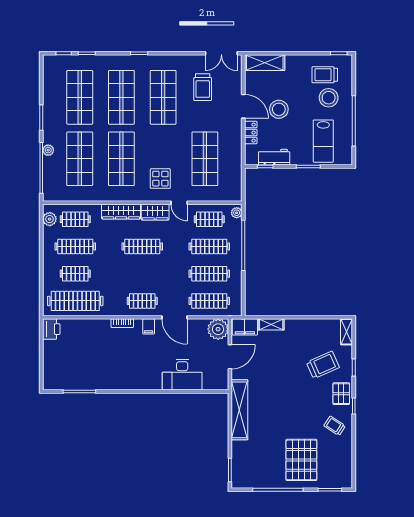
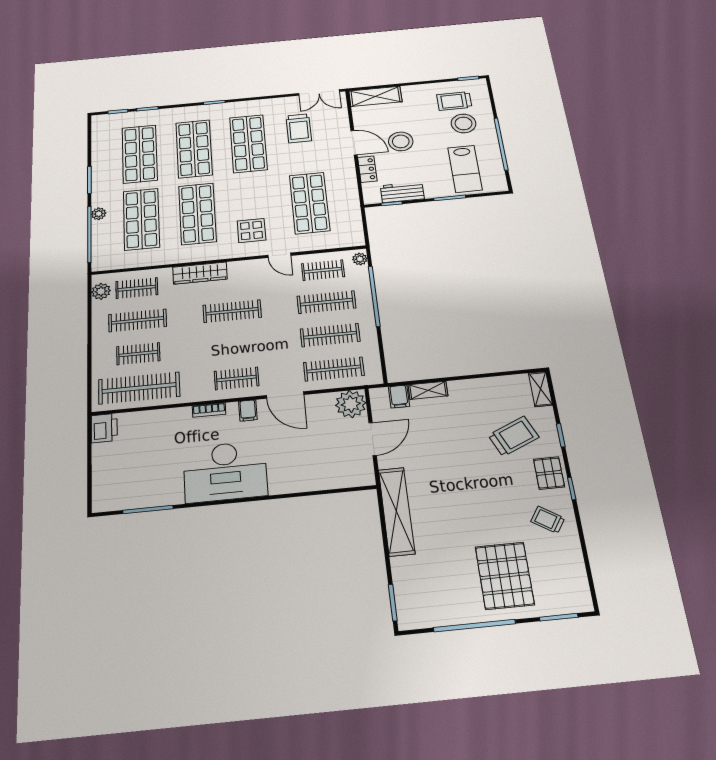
wardrobe: (155, 212) -> (247, 269), removed
filing cabinet: (245, 327) -> (399, 396), width x0.50
desk: (182, 375) -> (225, 472), moved, width x1.36, depth x1.30

